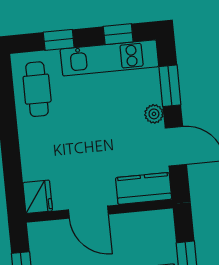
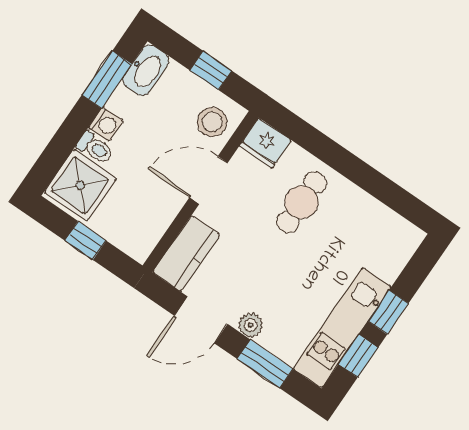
window: (59, 40) -> (388, 312), moved
cafe table: (37, 89) -> (302, 202), moved, turned 90
stool: (52, 239) -> (212, 122), added

